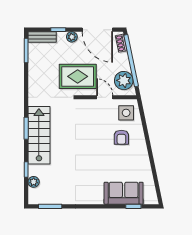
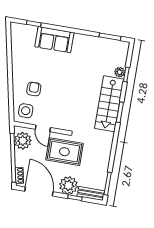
plant: (72, 37) -> (69, 185), width x1.87, depth x1.87
plant: (34, 182) -> (120, 72), moved
sofa: (124, 193) -> (54, 40), moved

